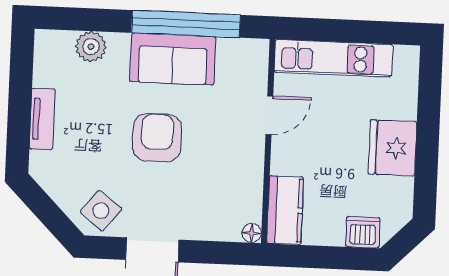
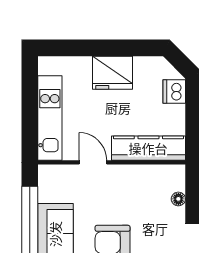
kitchen counter: (285, 210) -> (148, 148), width x1.50
floor lamp: (252, 233) -> (178, 199), moved

